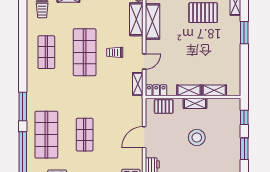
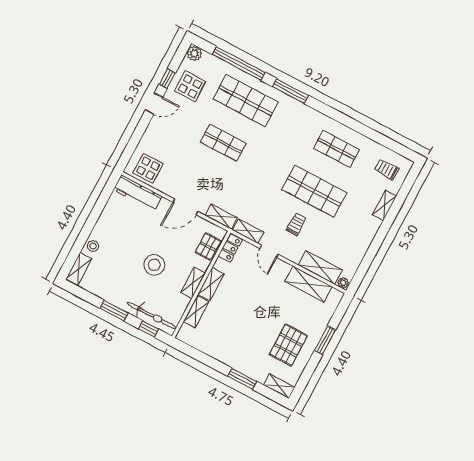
shelving: (138, 108) -> (221, 217), added
bicycle: (234, 120) -> (152, 315), added
door: (144, 137) -> (185, 207), swing flipped

